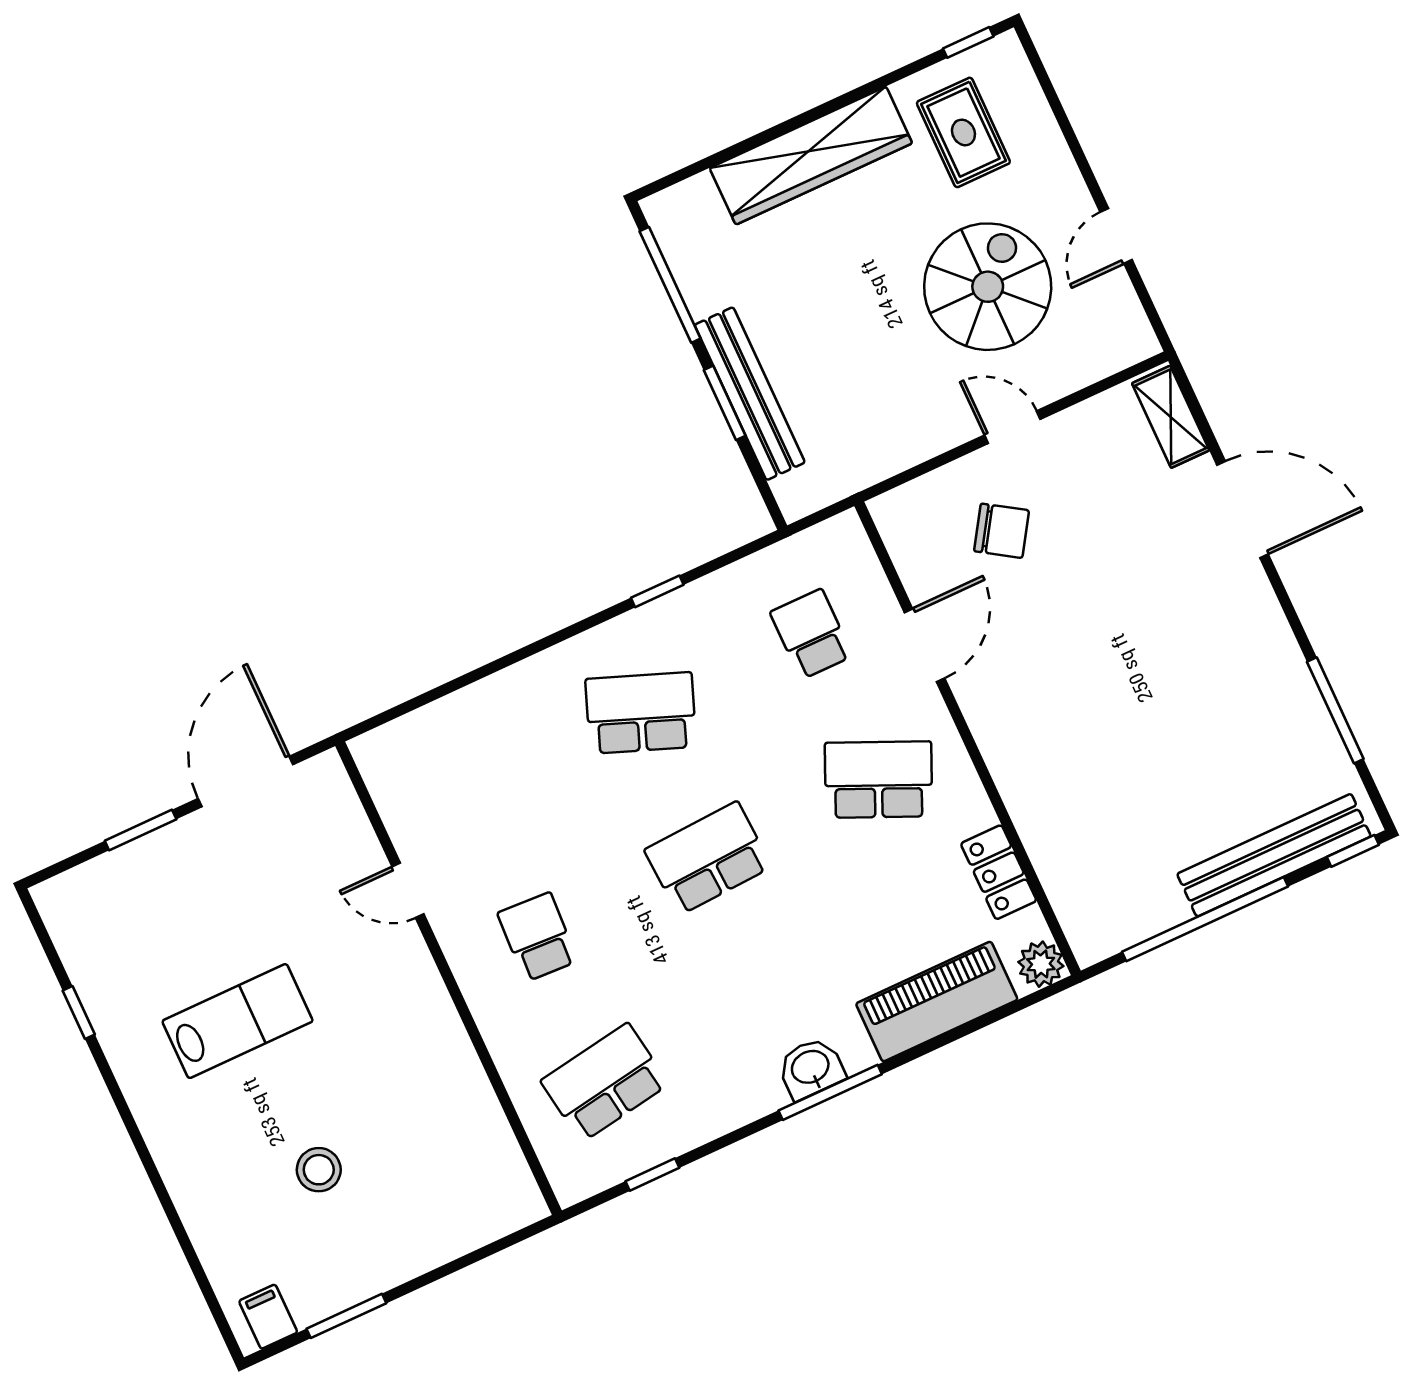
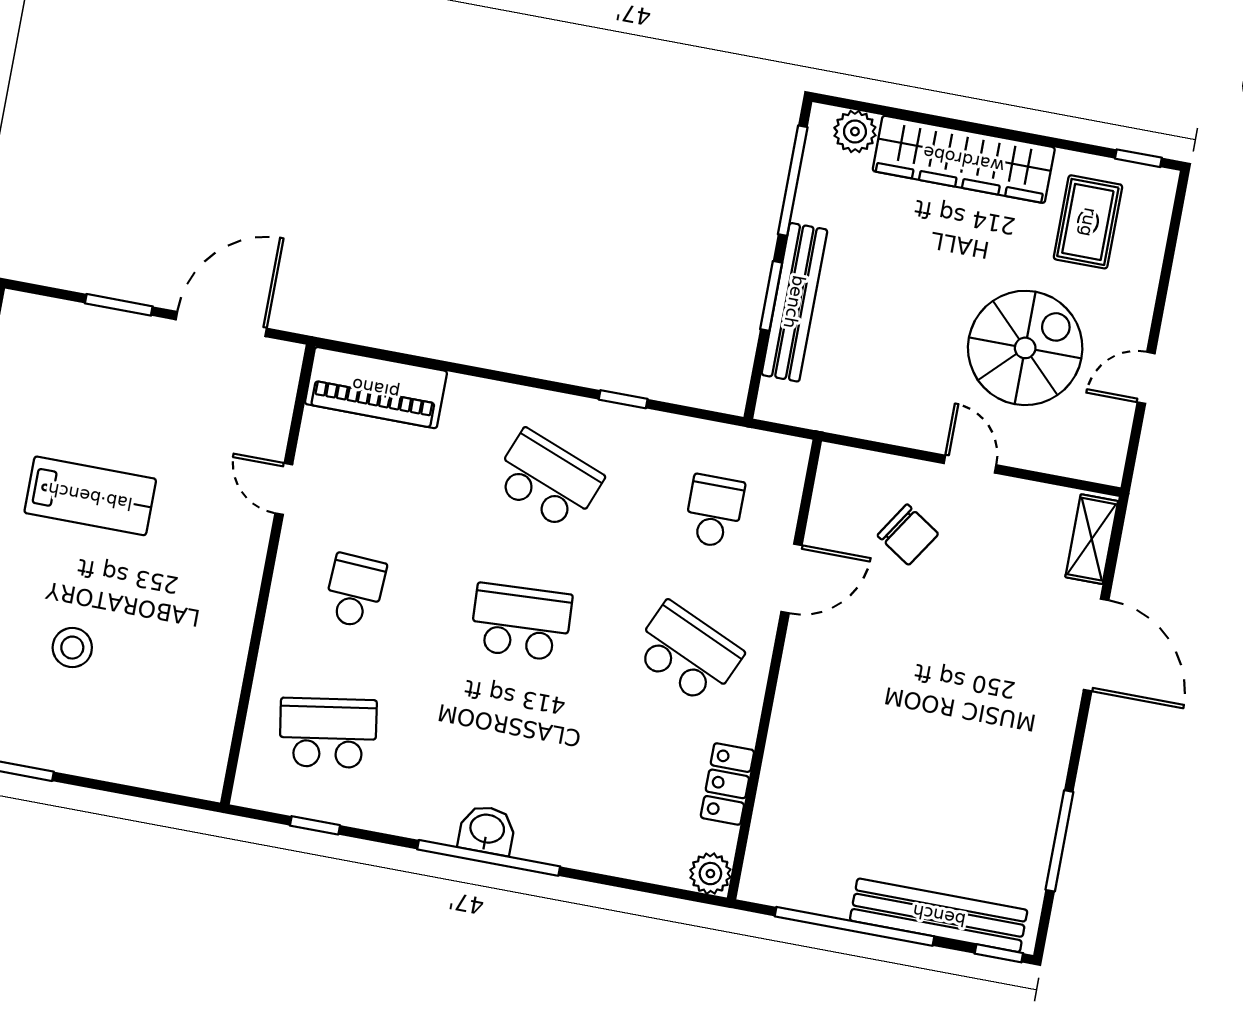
plant: (695, 200) -> (855, 131), added
piano: (937, 1002) -> (376, 388), moved, turned 180
window: (830, 1092) -> (489, 858), width x1.46

